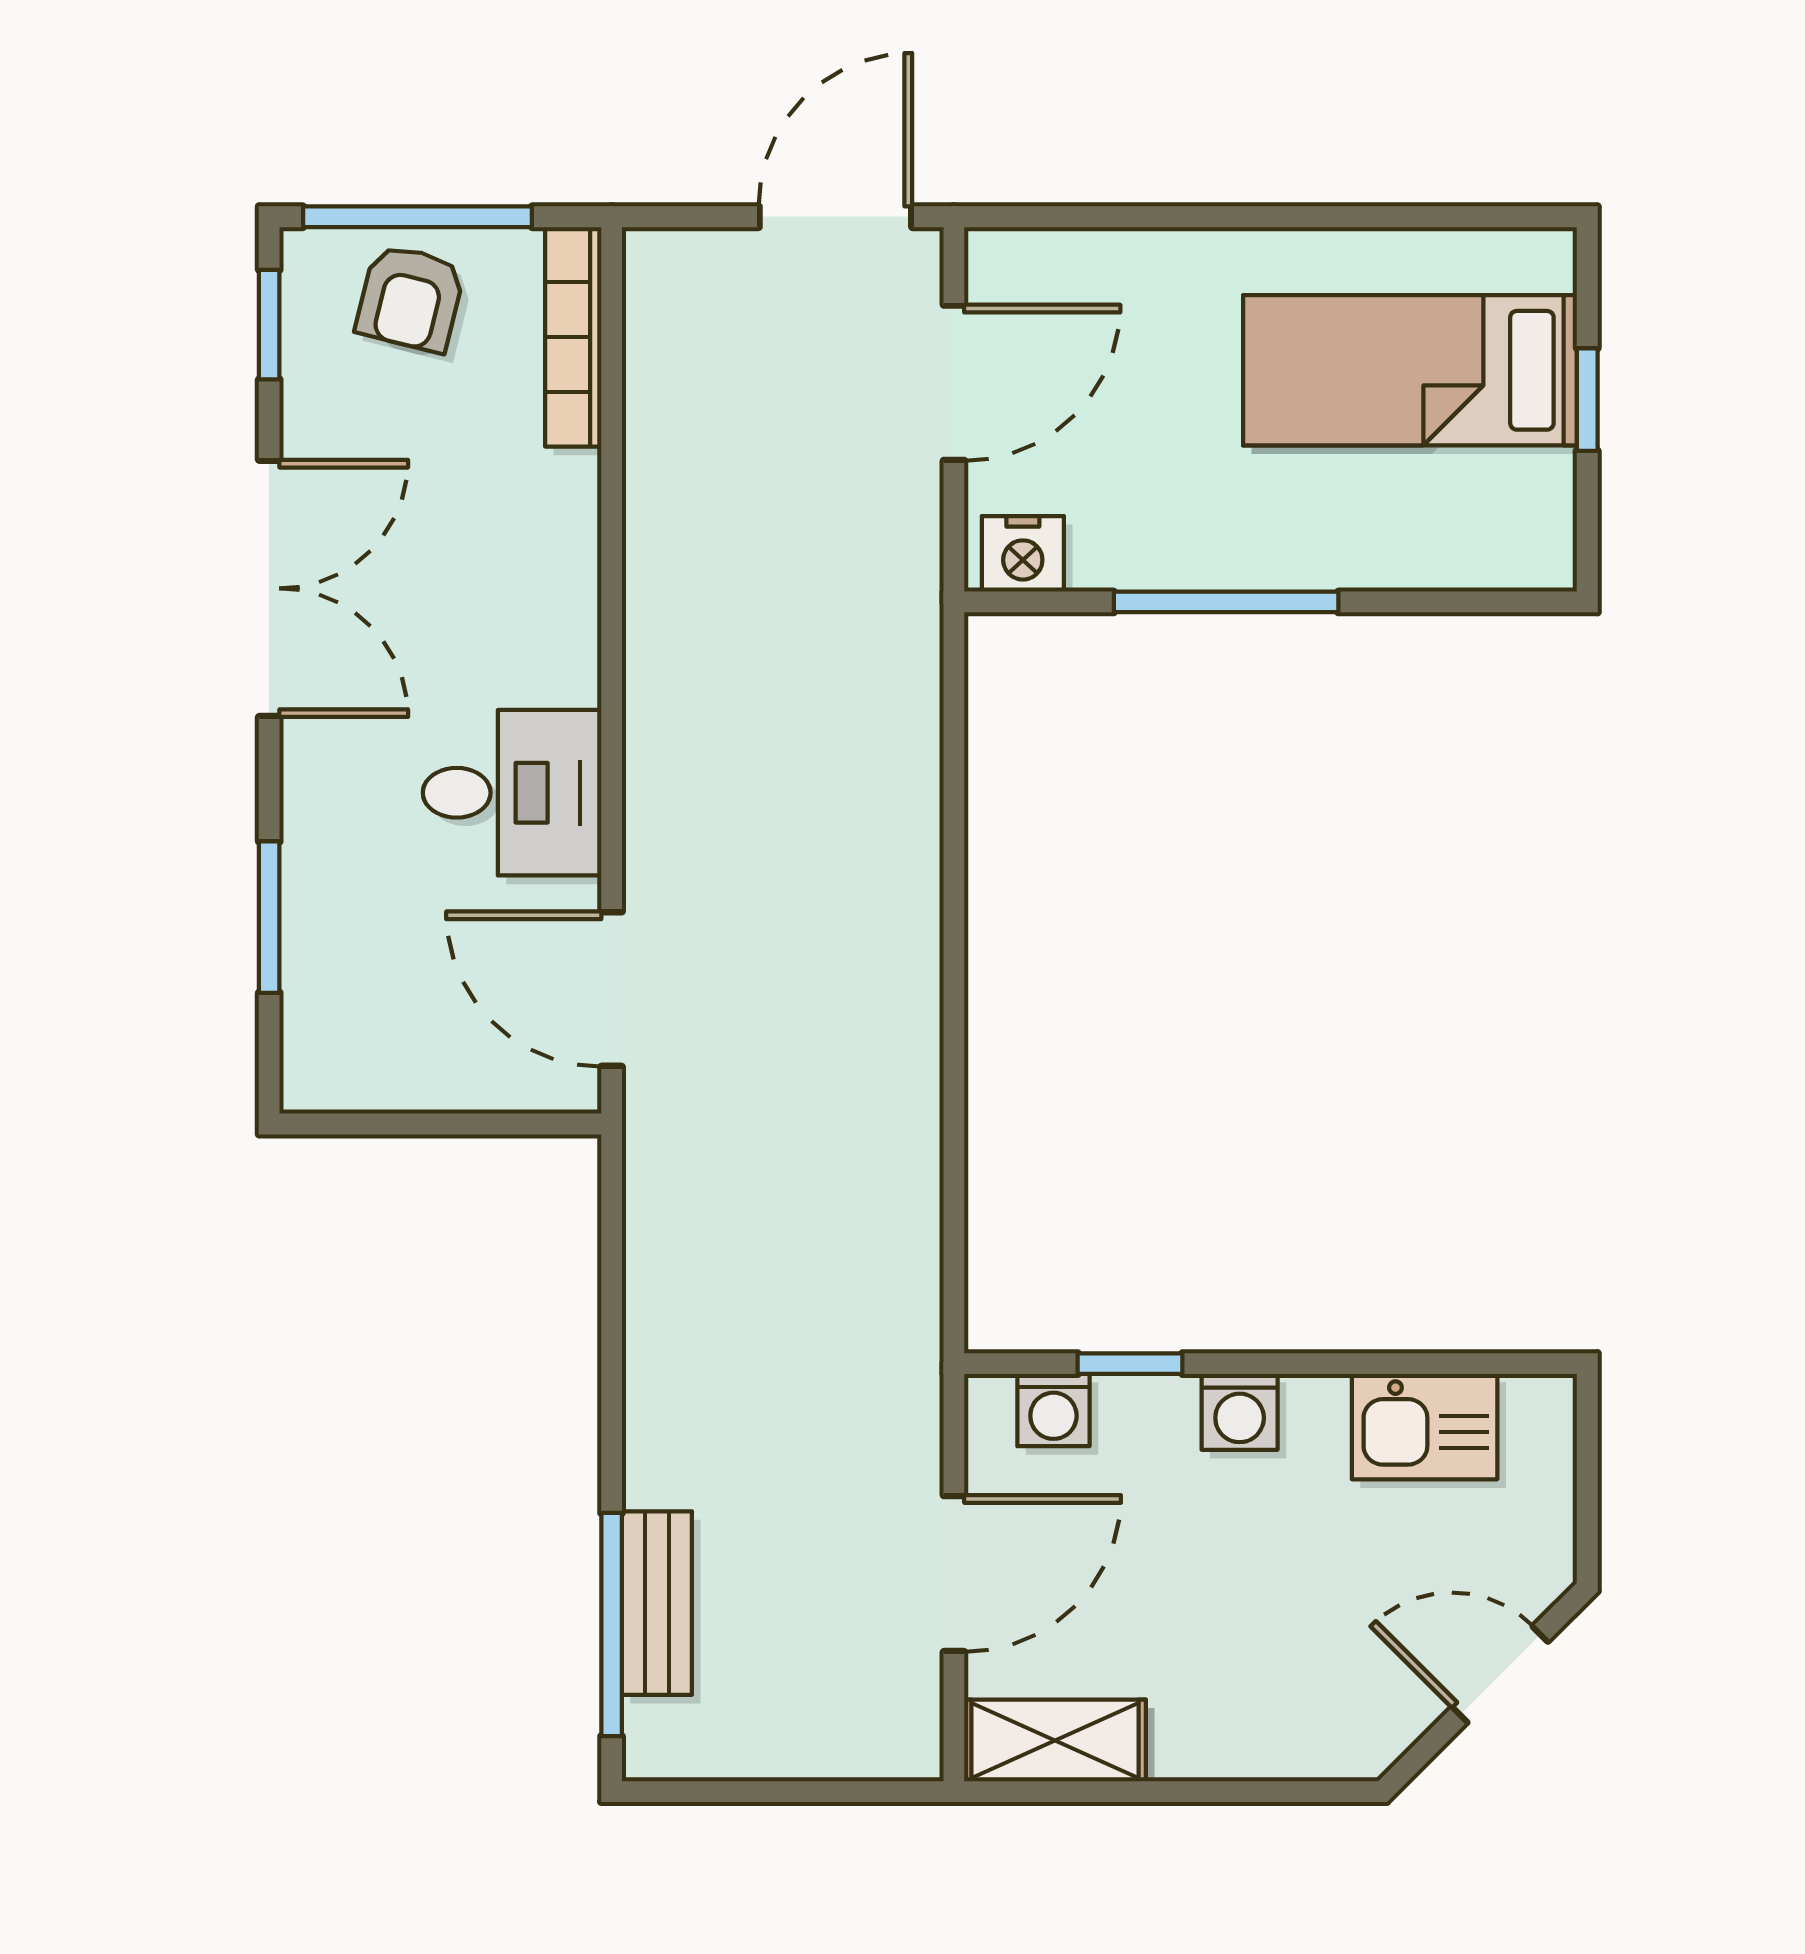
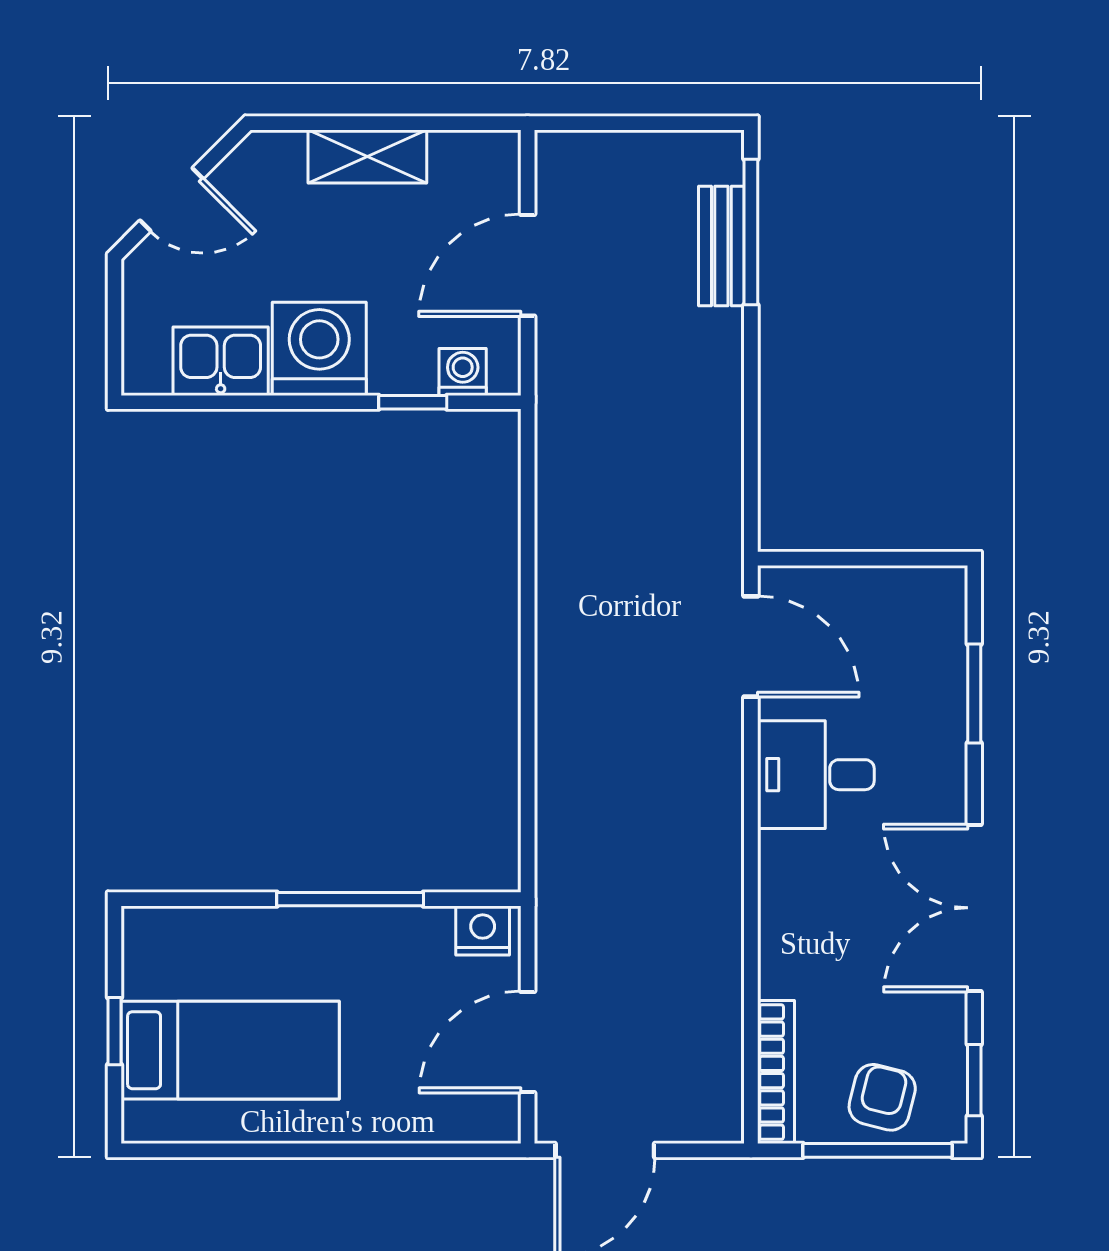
washing machine: (1240, 1412) -> (319, 349), width x1.89, depth x1.89
shelving: (1055, 1740) -> (367, 156), moved

